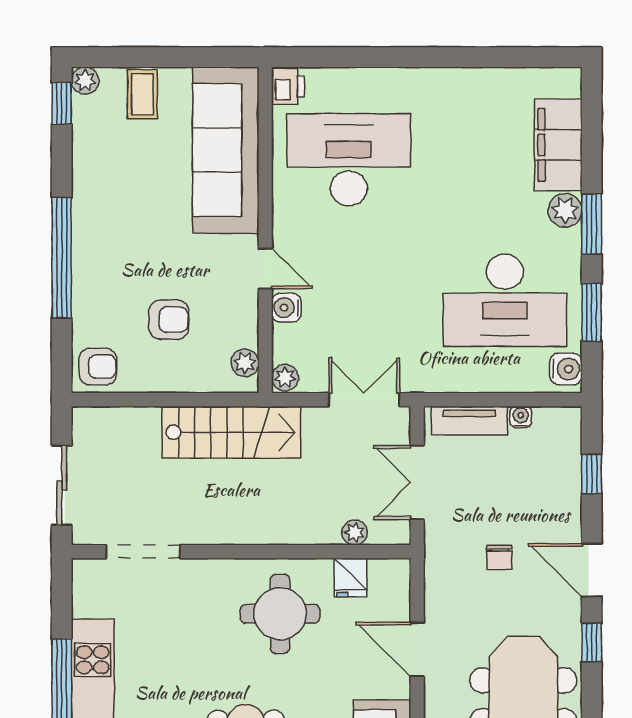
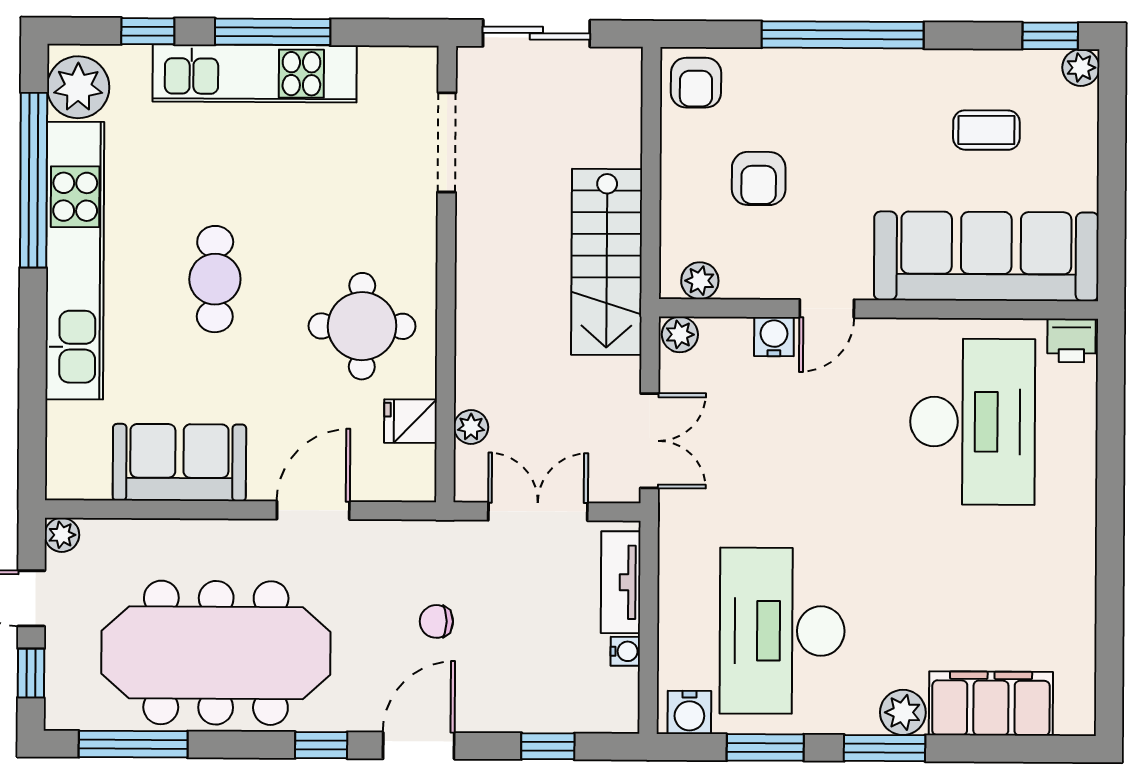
coffee table: (142, 94) -> (986, 130), moved

